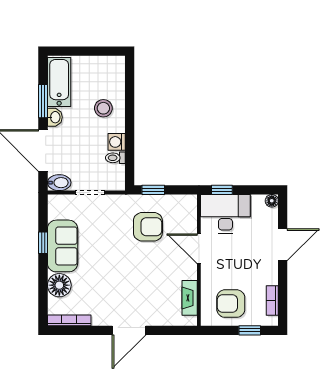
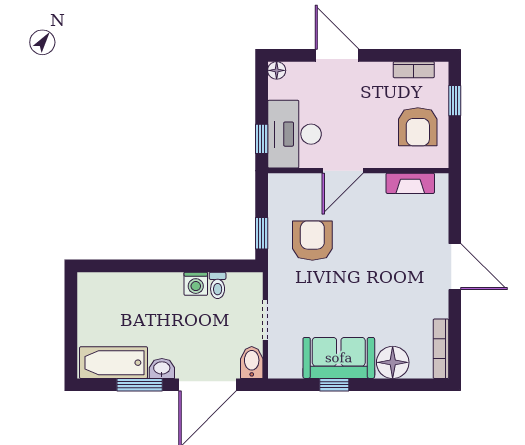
stool: (103, 108) -> (149, 302), removed

